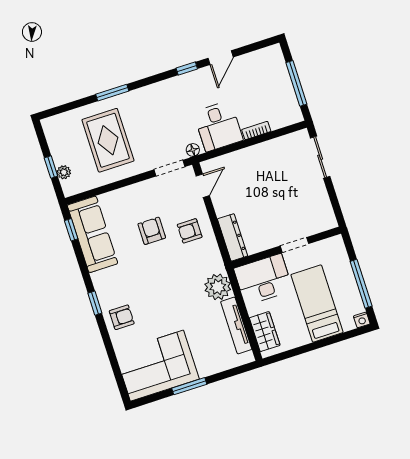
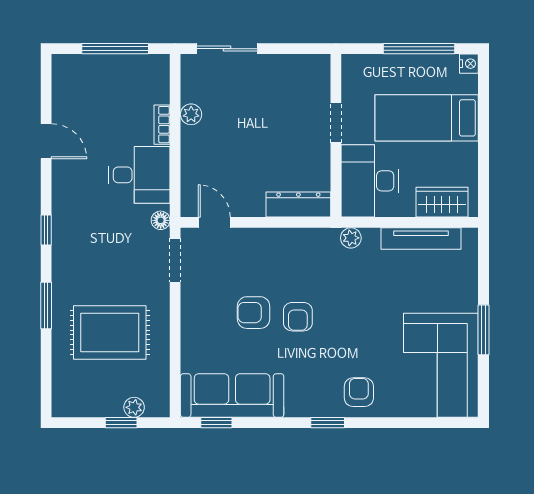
window: (187, 68) -> (46, 230), moved
plant: (269, 147) -> (191, 114), added
armchair: (190, 231) -> (298, 317), moved
plant: (218, 287) -> (351, 238), width x0.53, depth x0.53

